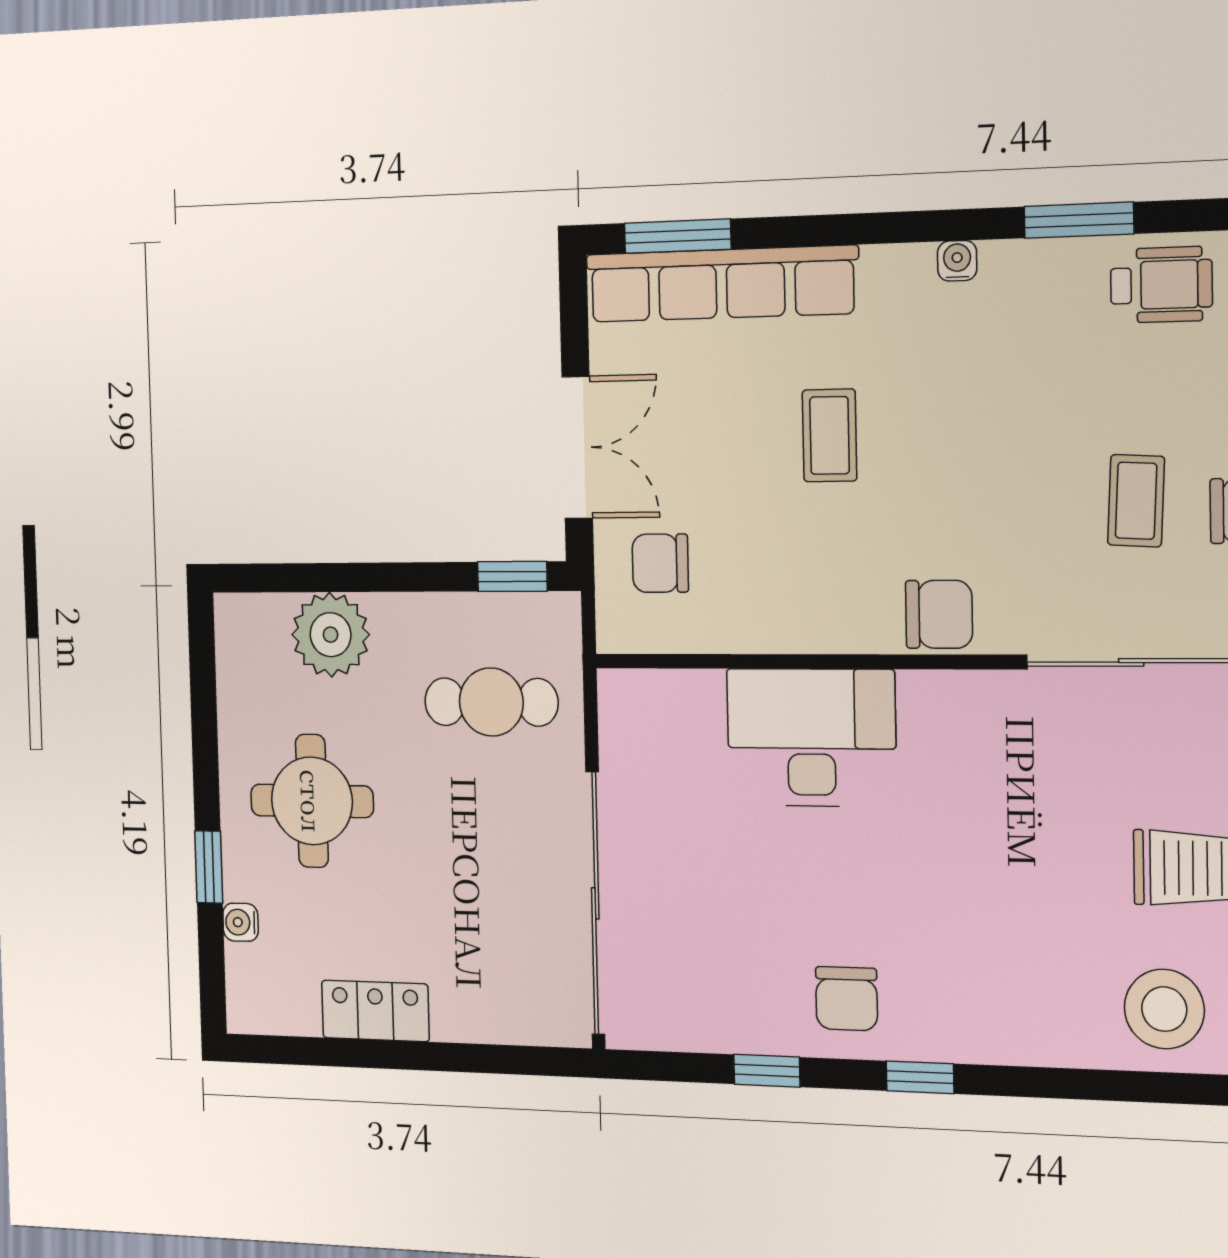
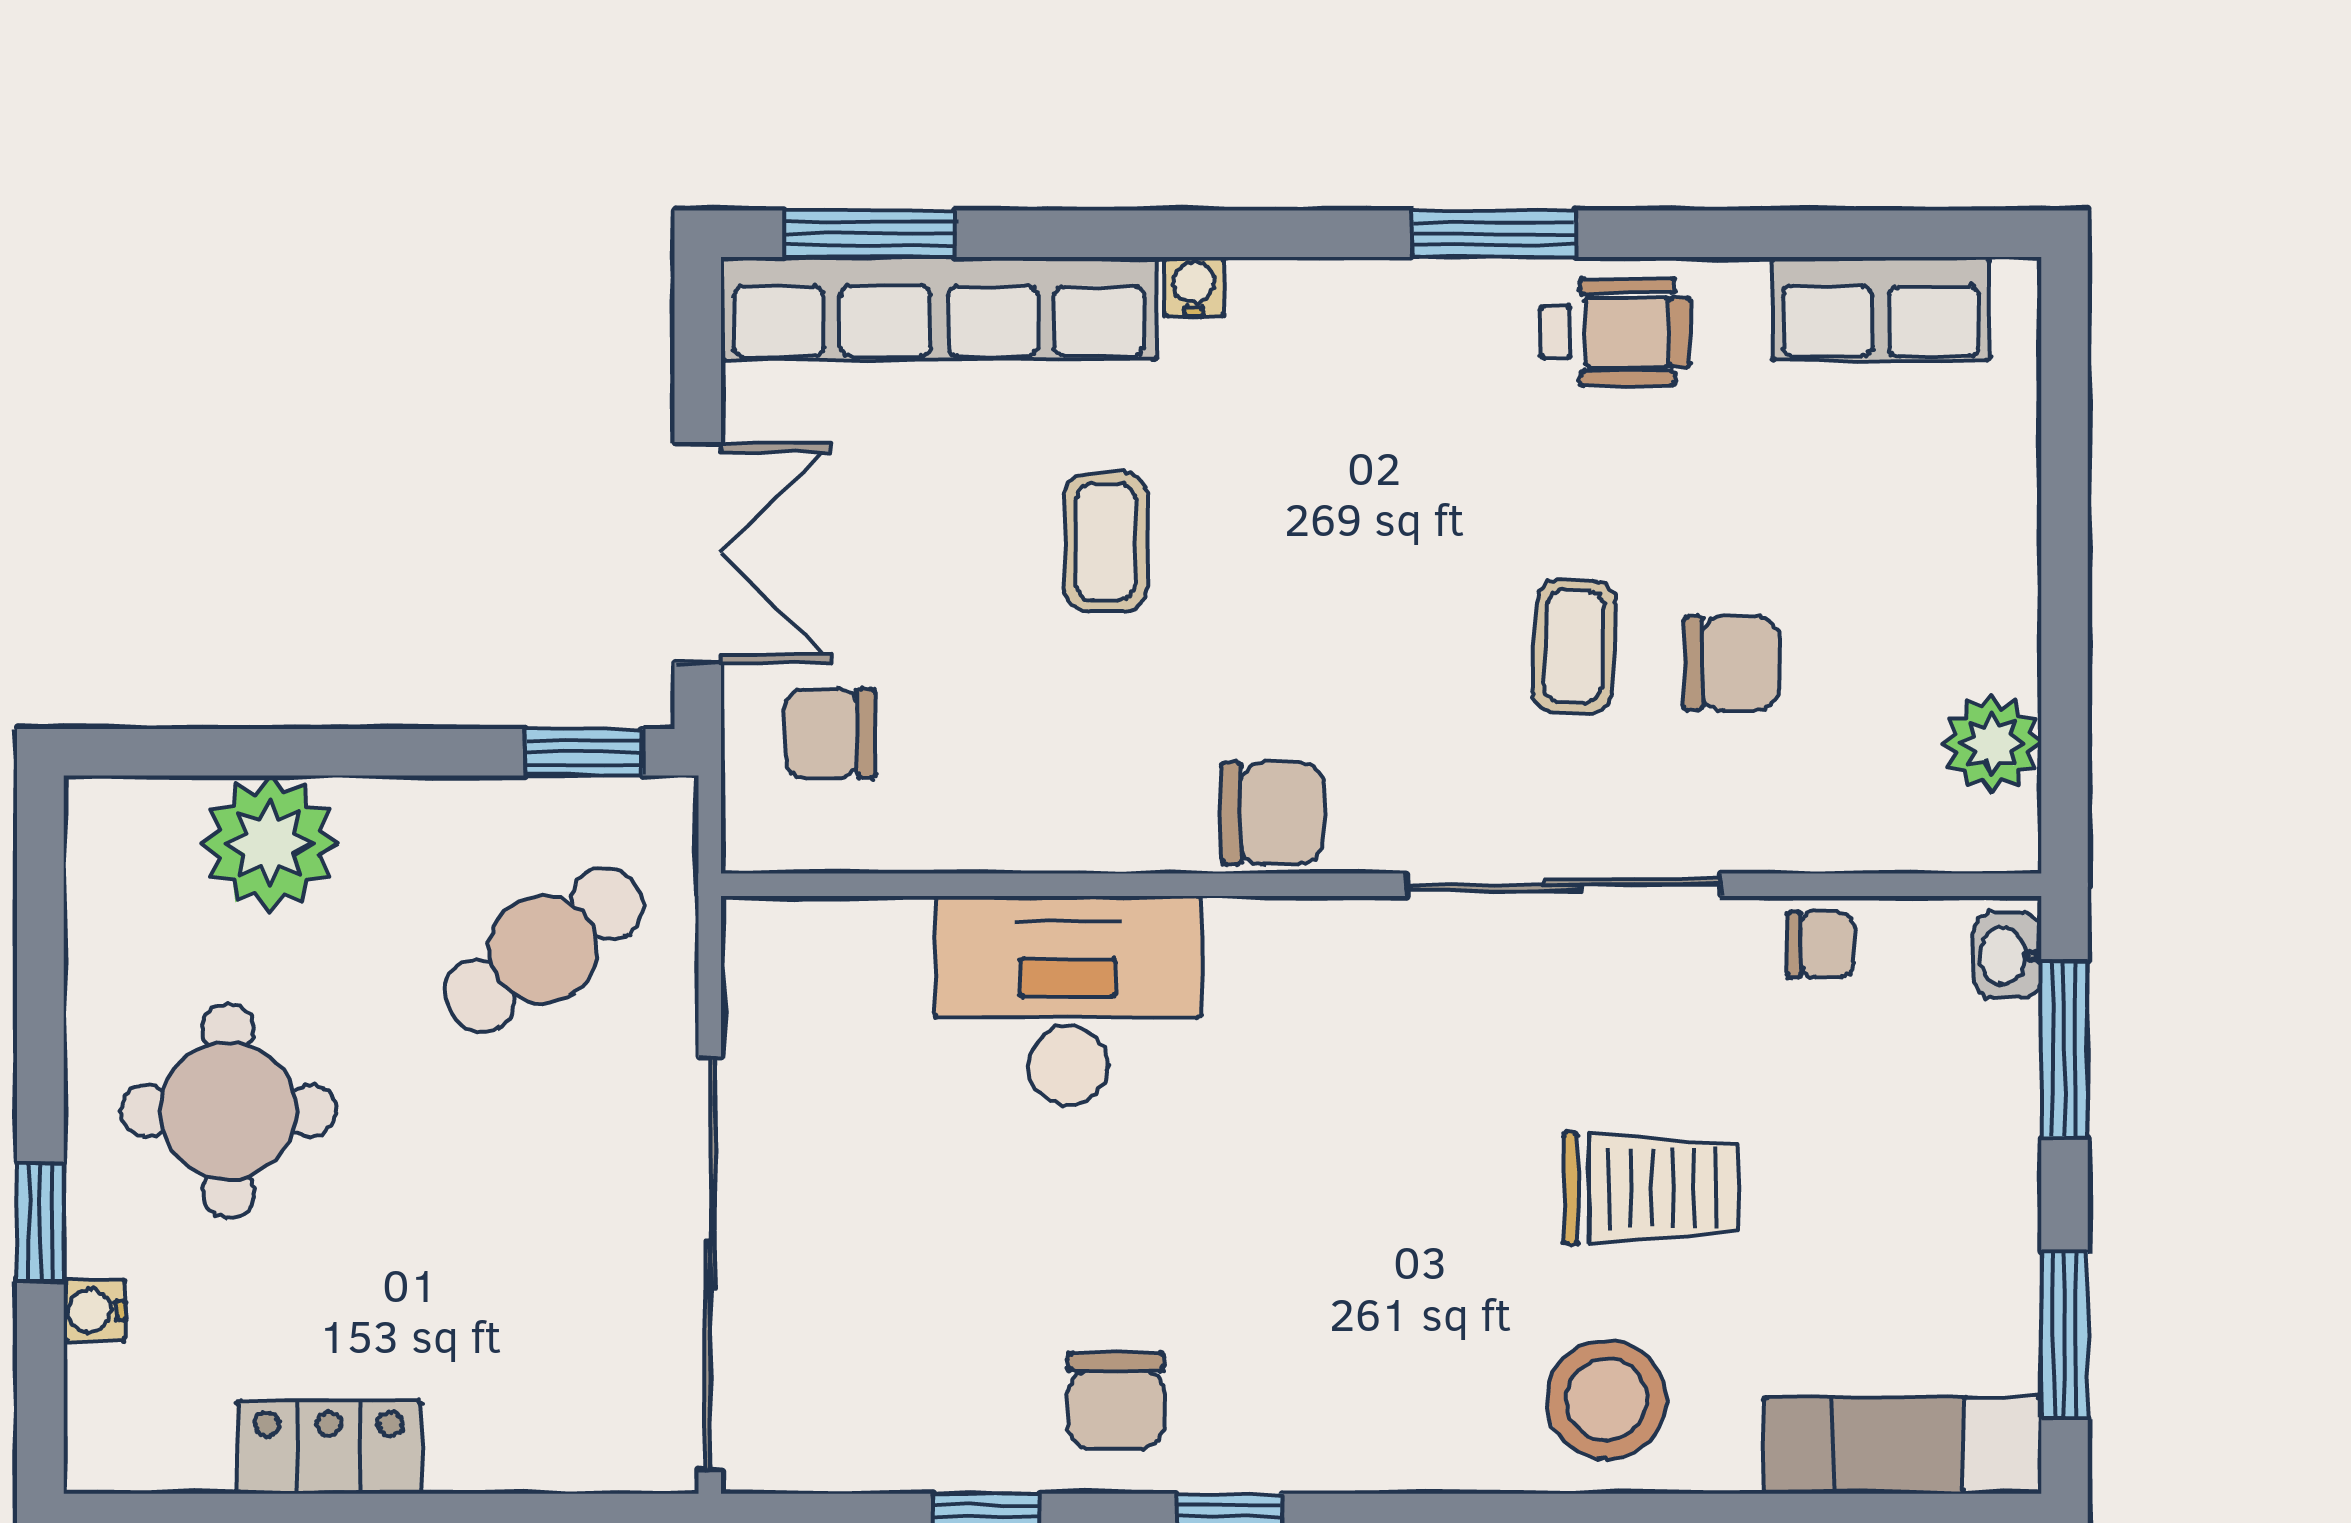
water cooler: (957, 261) -> (1194, 287), moved
cafe table: (491, 702) -> (543, 950), turned -36

